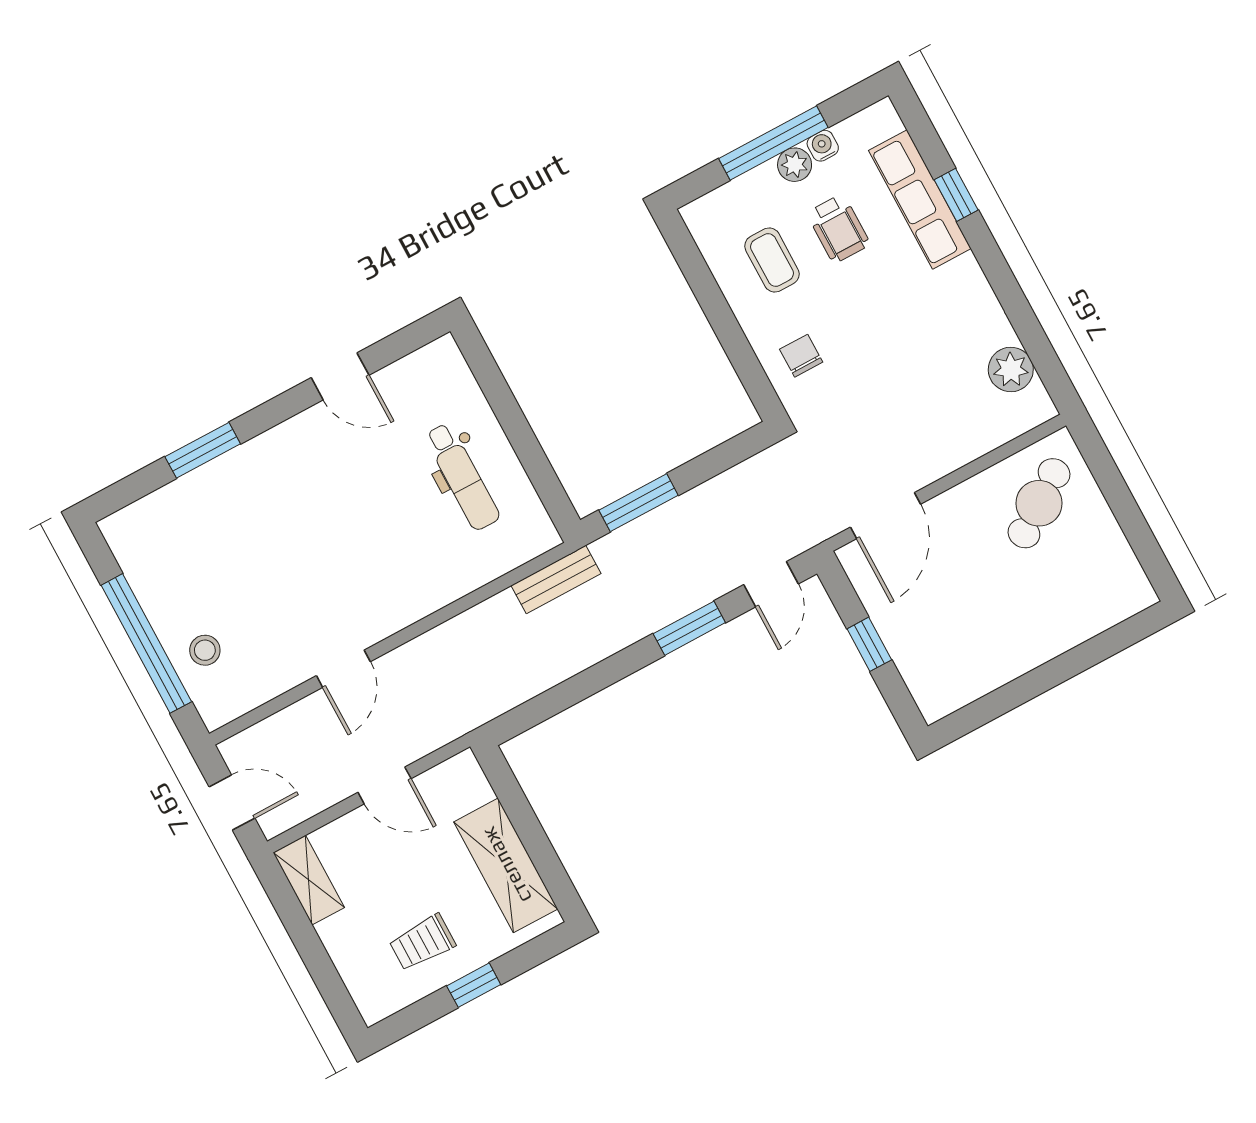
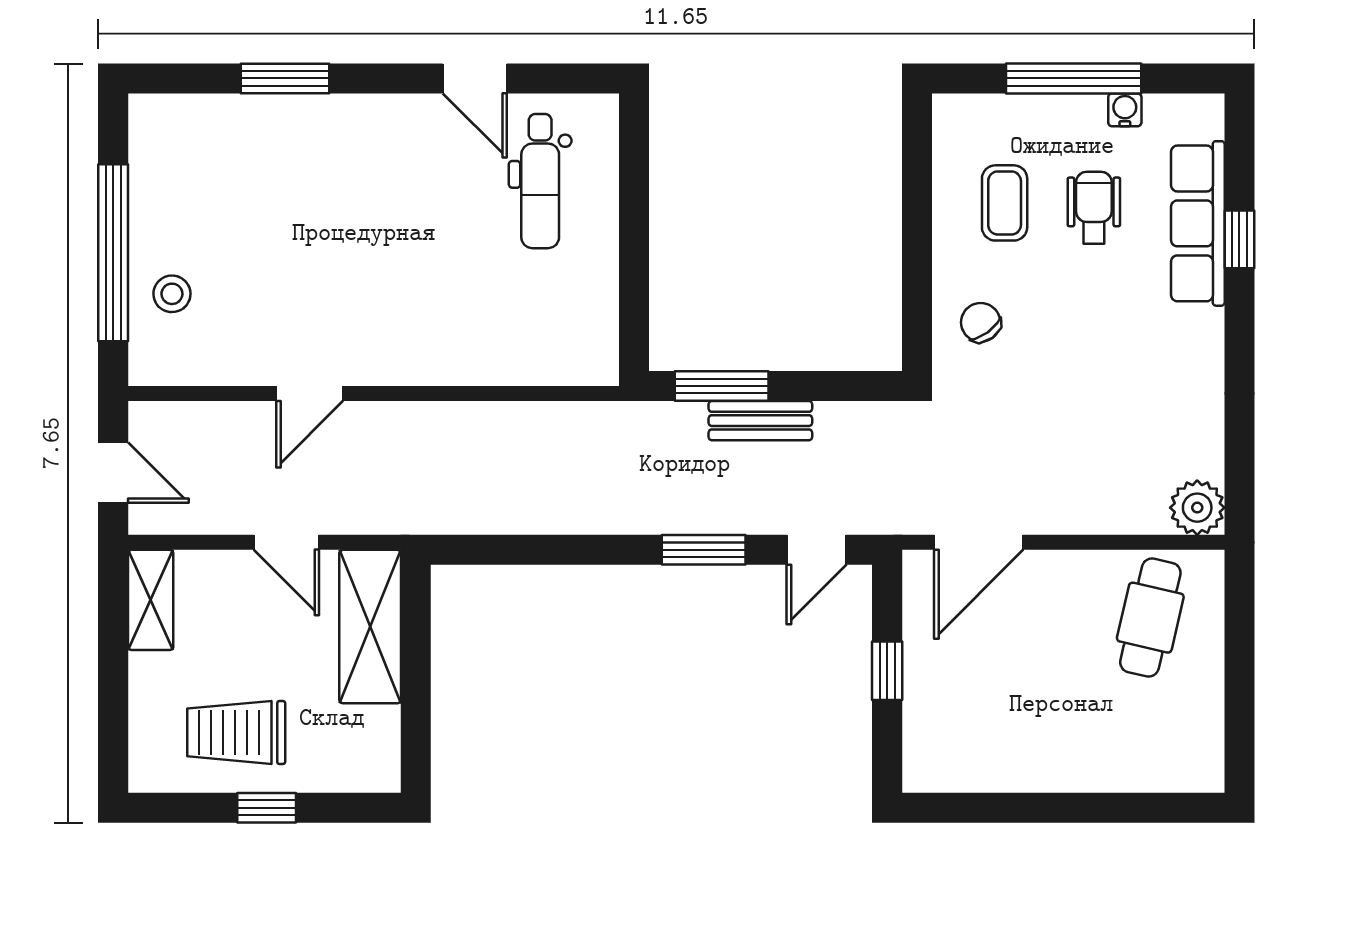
plant: (795, 165) -> (1084, 114), removed
wheelchair: (838, 229) -> (1094, 208), turned 180
chair: (801, 356) -> (981, 322), turned -36
plant: (1011, 369) -> (1197, 508), moved
dental chair: (462, 477) -> (540, 181), moved
cafe table: (1039, 503) -> (1150, 618), turned -42
bench: (556, 579) -> (760, 421), moved
shelving: (506, 865) -> (370, 627), moved
trolley: (422, 943) -> (236, 732), width x1.36, depth x1.39

